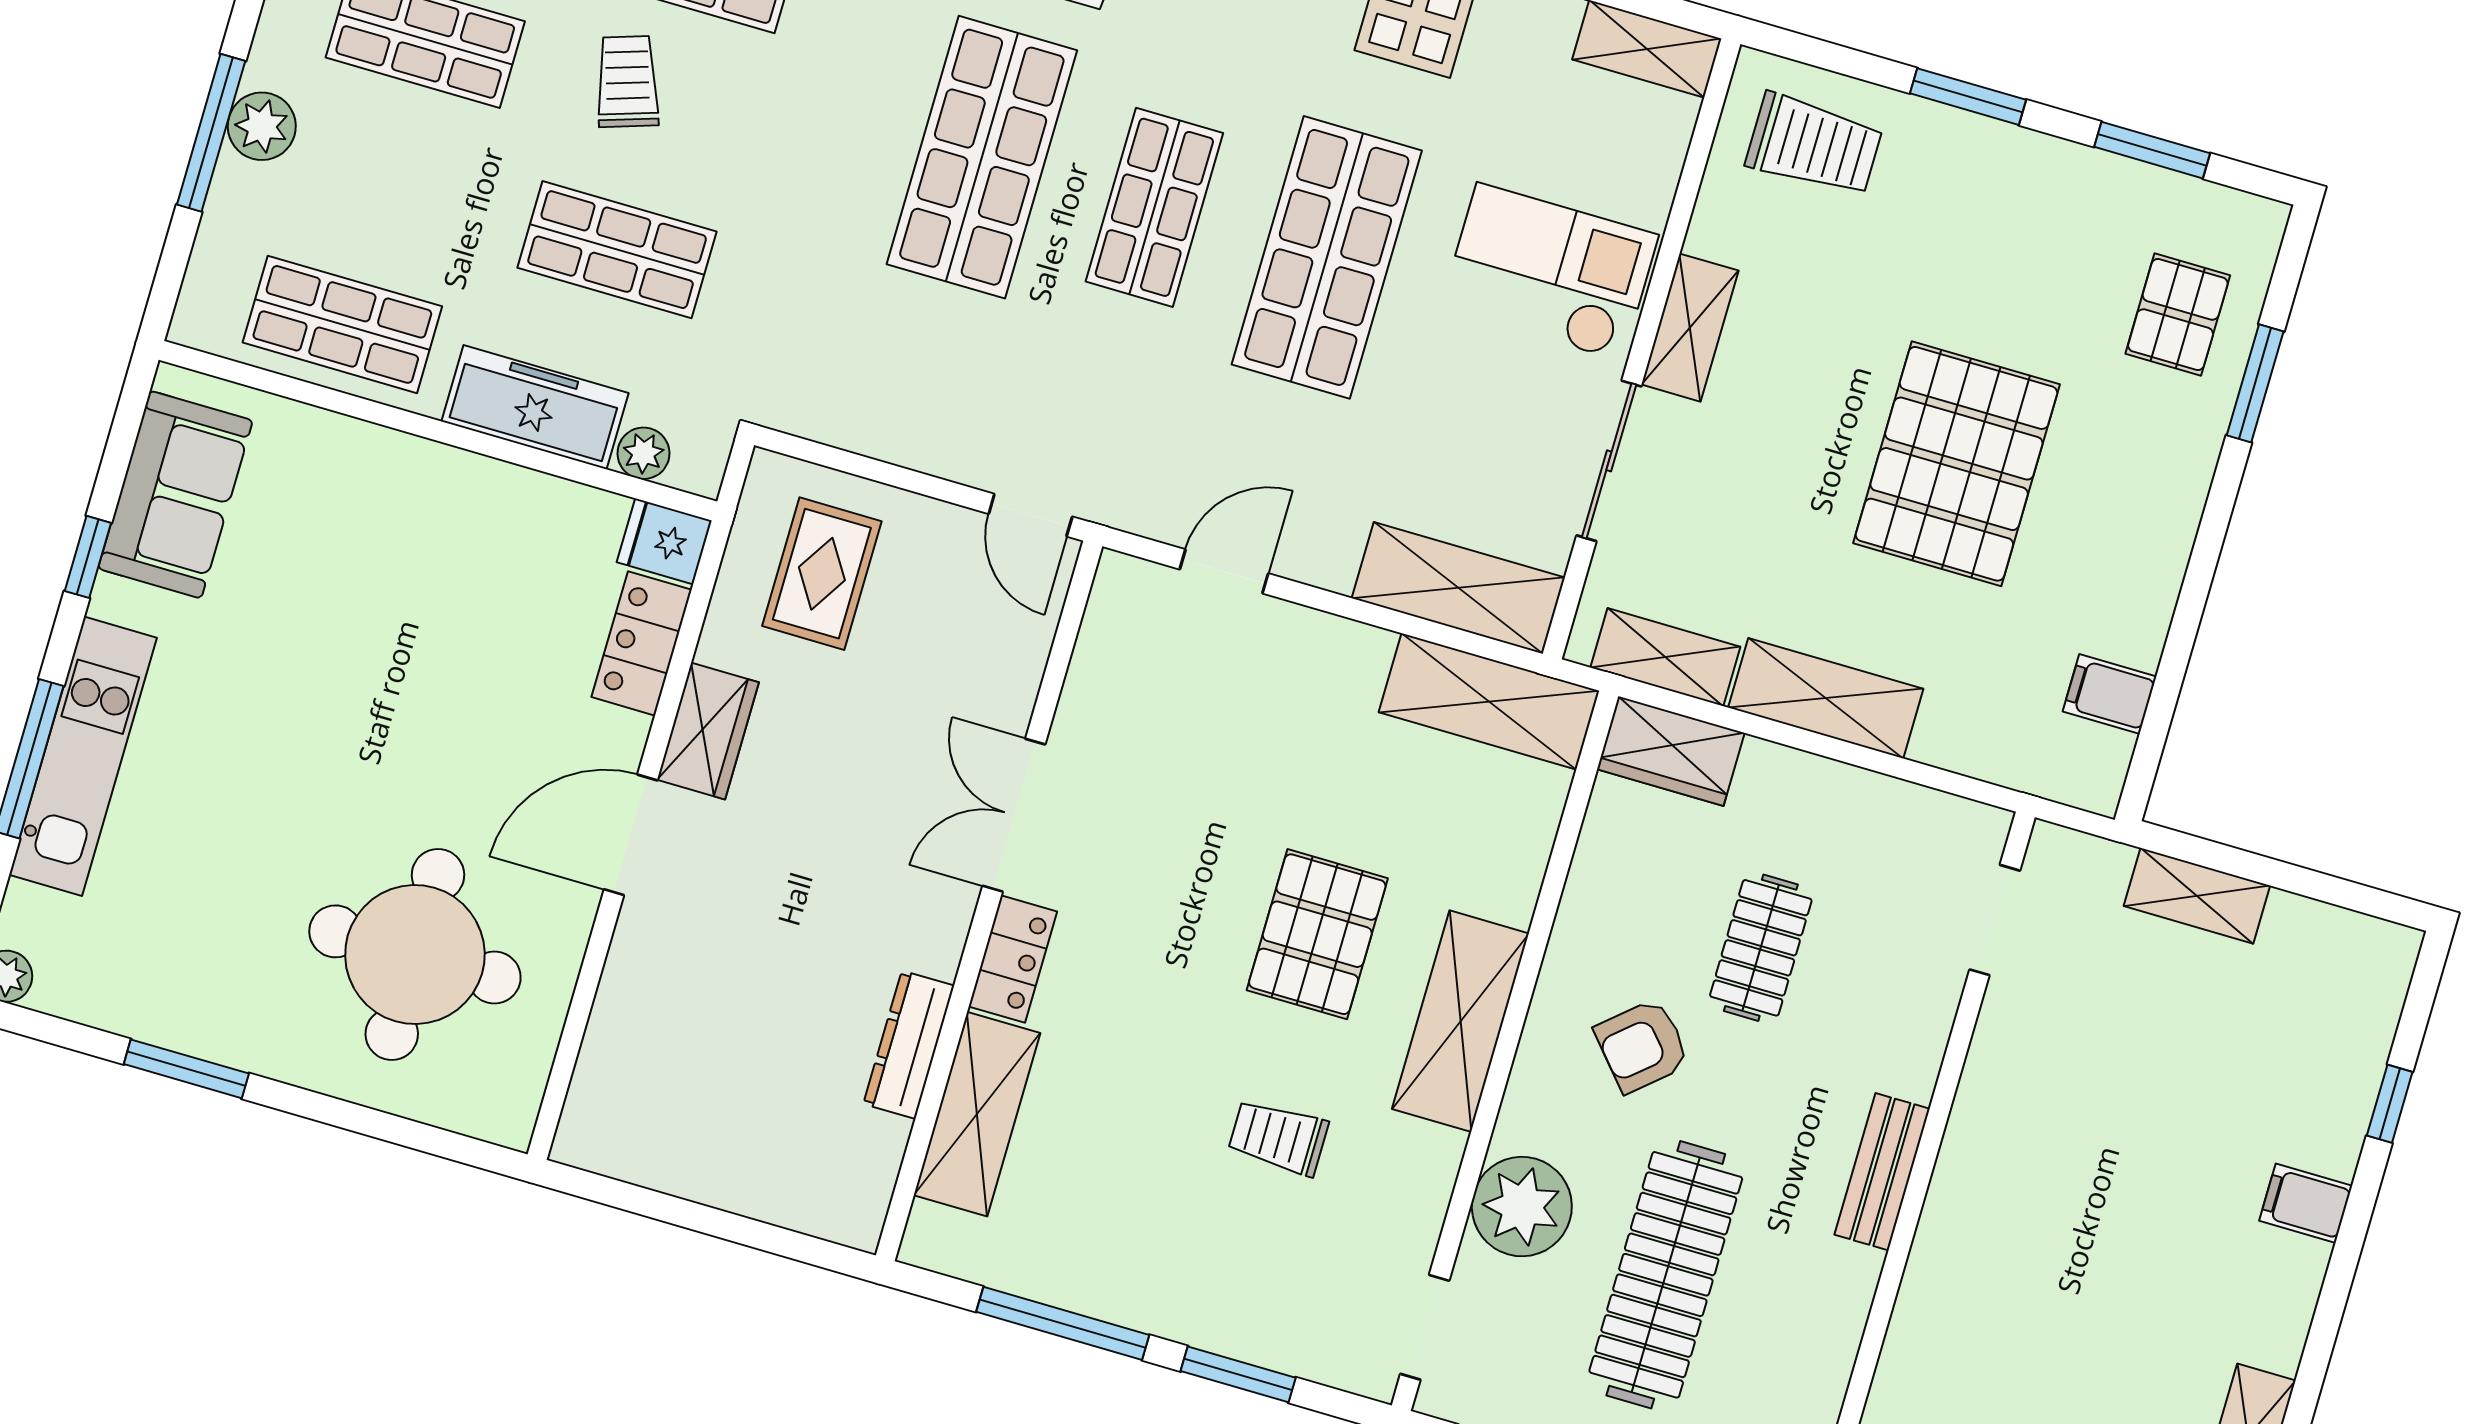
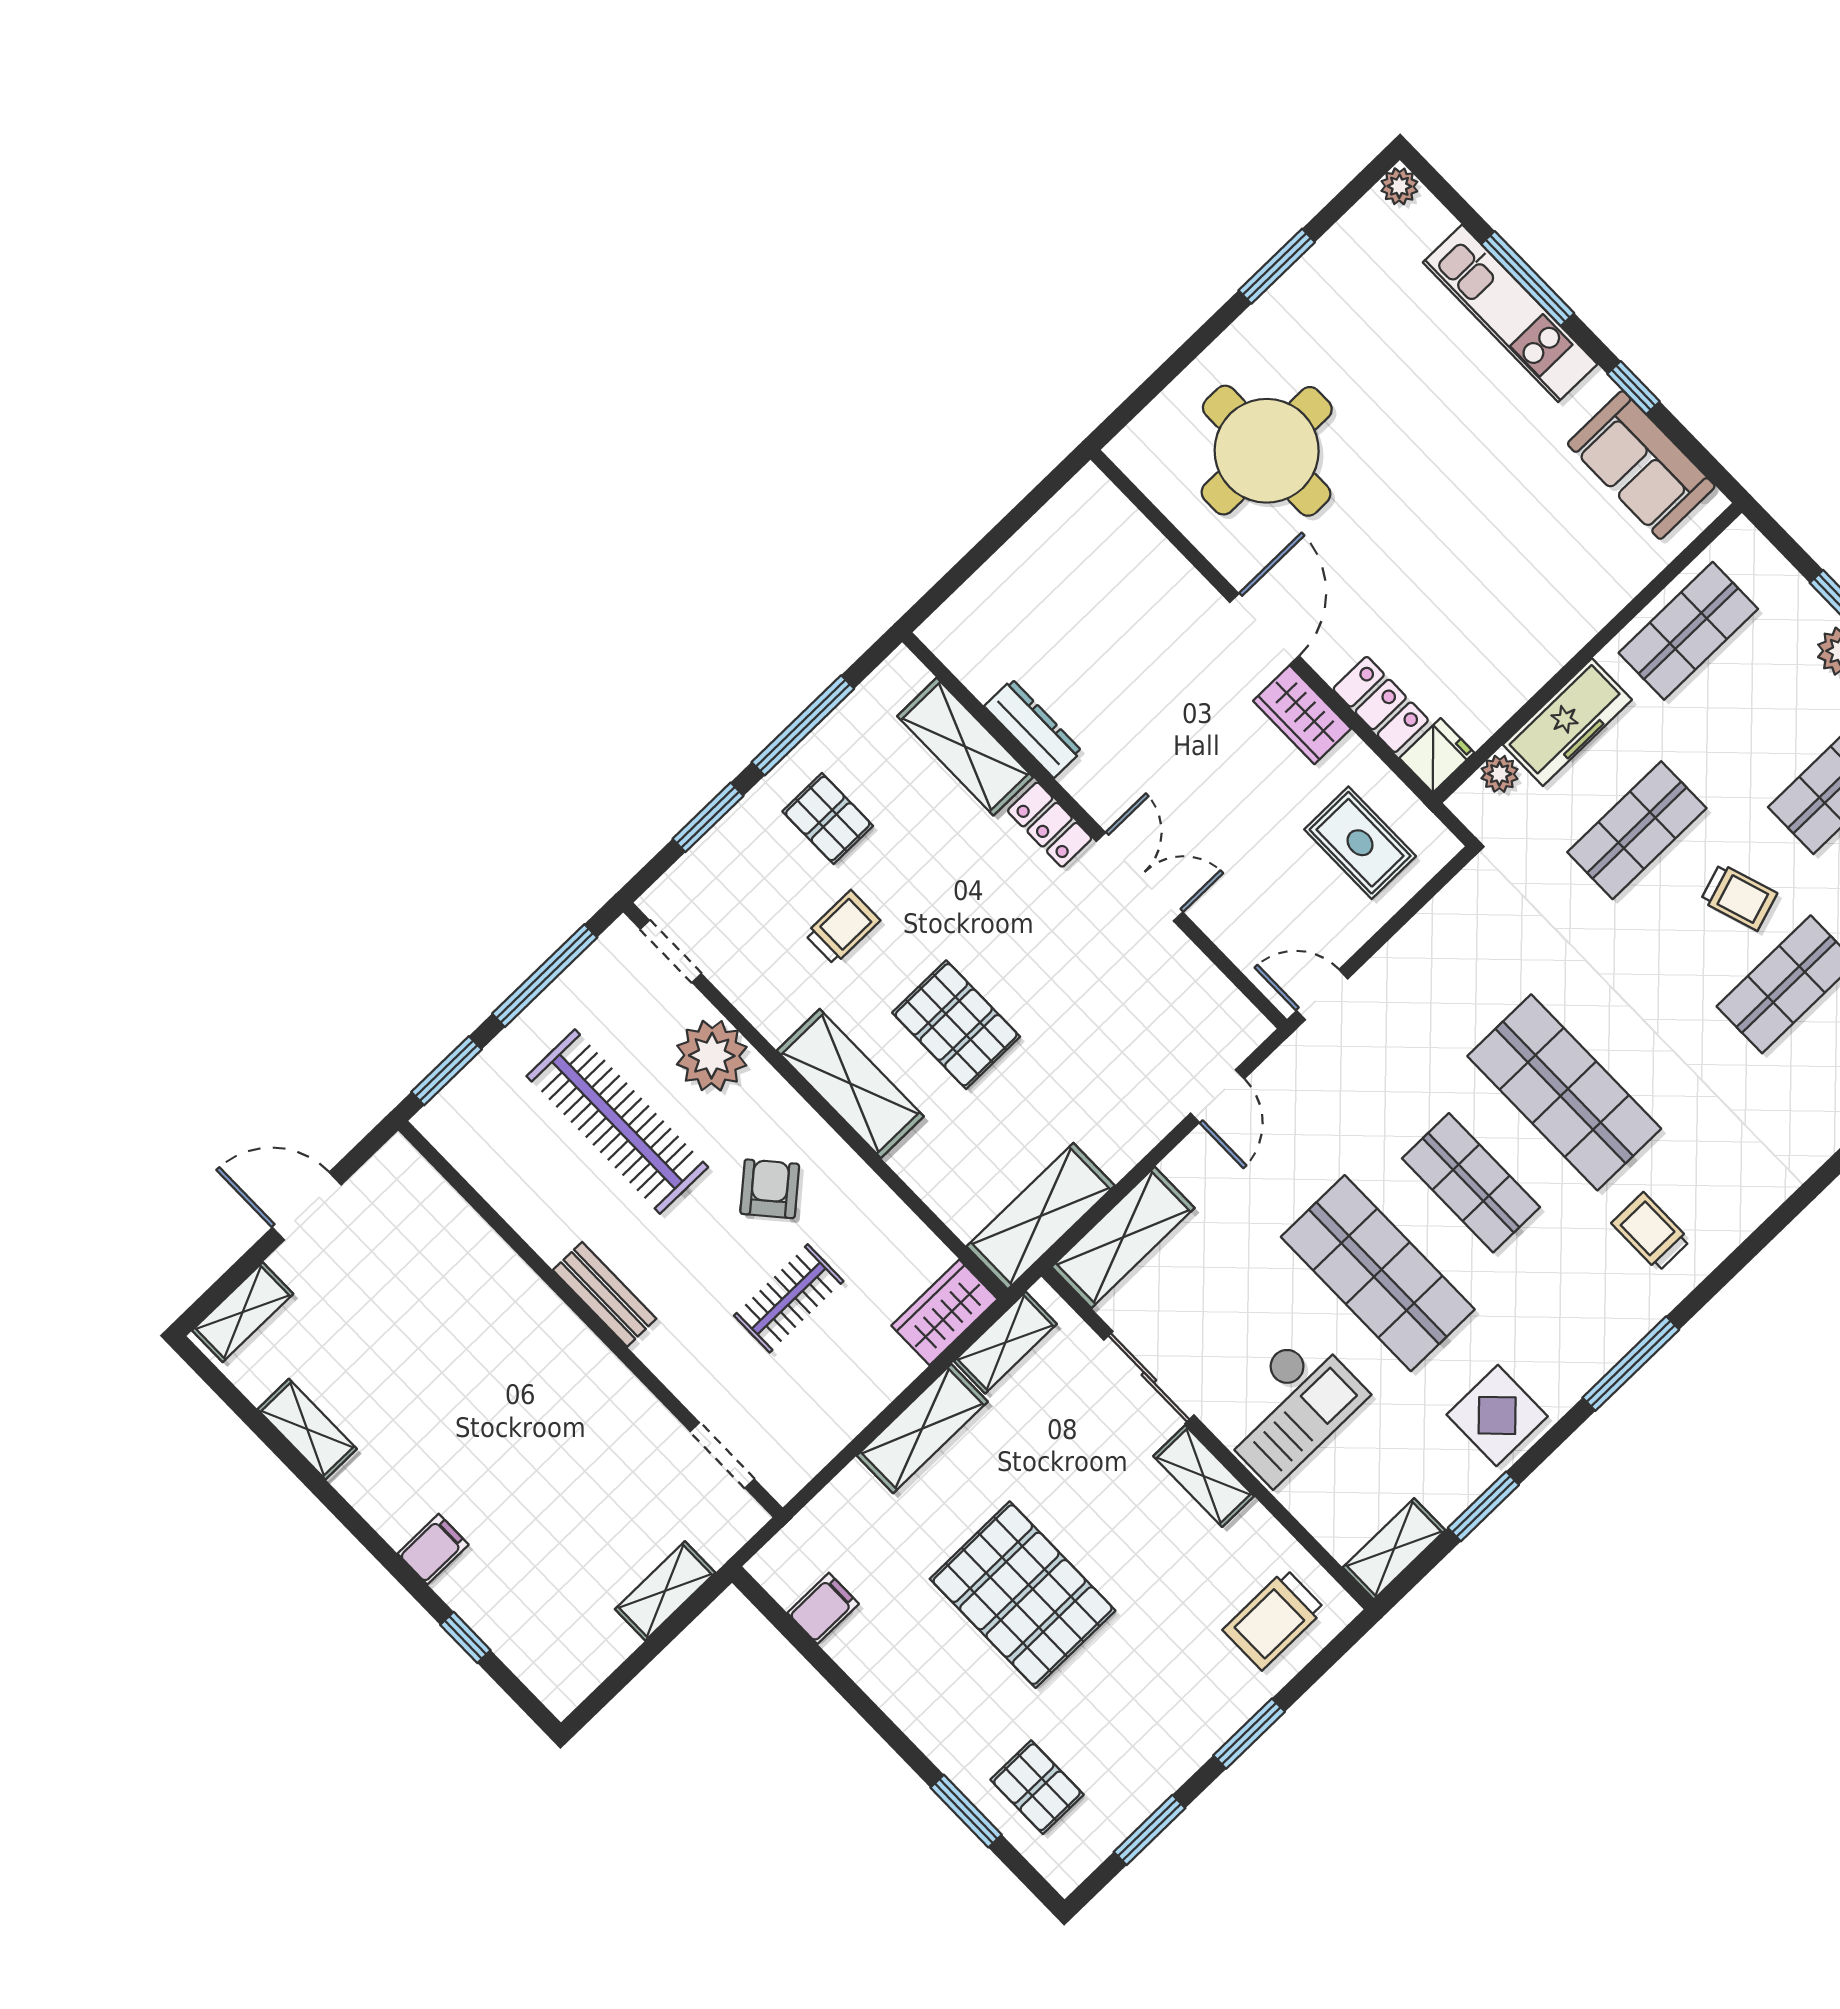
clothes rail: (1761, 948) -> (789, 1298), turned 90
pallet: (1158, 1230) -> (828, 819), added

